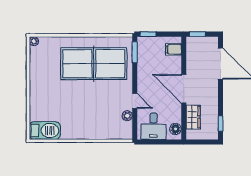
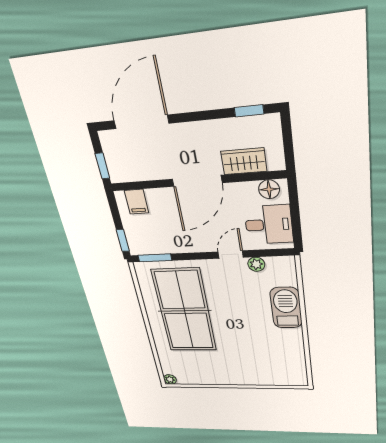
barbecue: (45, 131) -> (286, 308), moved

